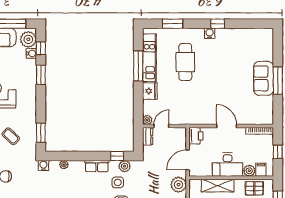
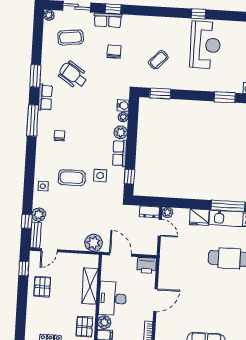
water cooler: (43, 165) -> (123, 105), moved
plant: (125, 166) -> (121, 132), moved

